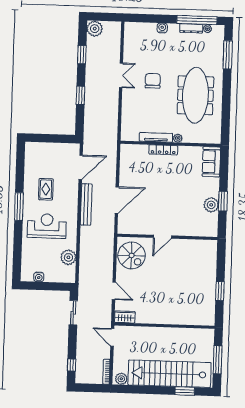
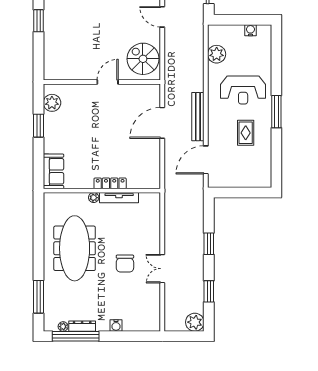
plant: (211, 205) -> (52, 103), moved

